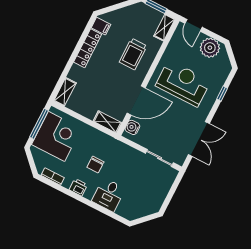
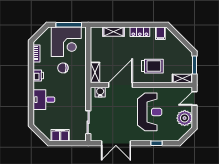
locker: (88, 48) -> (140, 32), width x0.66
trolley: (133, 54) -> (152, 66), turned 180
shelving: (65, 92) -> (114, 32), moved
door: (136, 101) -> (121, 85), swing flipped
chair: (95, 165) -> (63, 68), moved
filing cabinet: (158, 197) -> (60, 135), added

